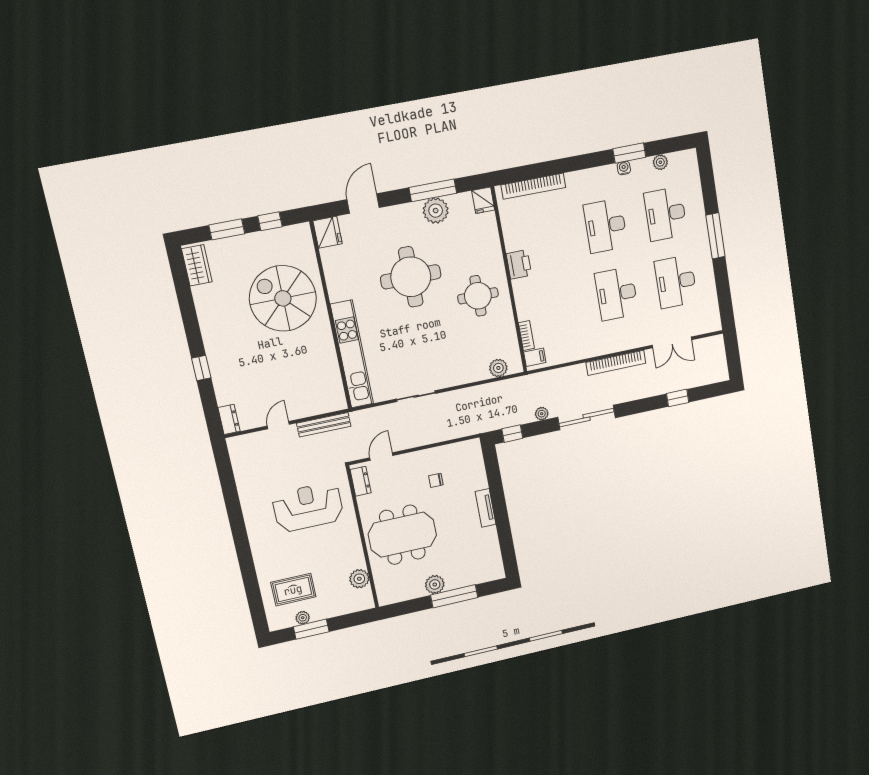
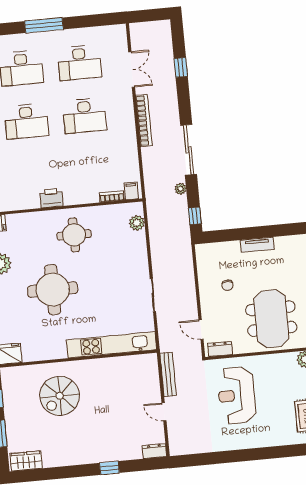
spiral stairs: (283, 298) -> (60, 396), width x0.73, depth x0.73

